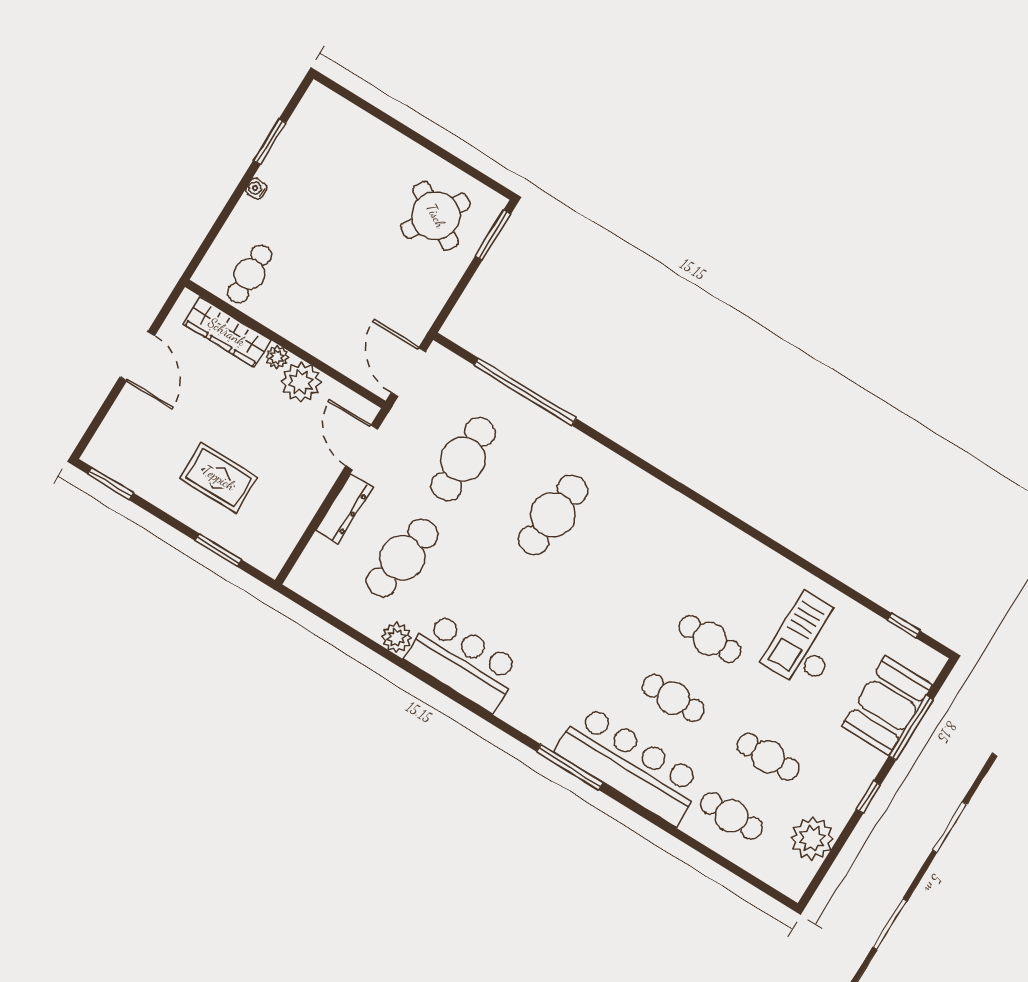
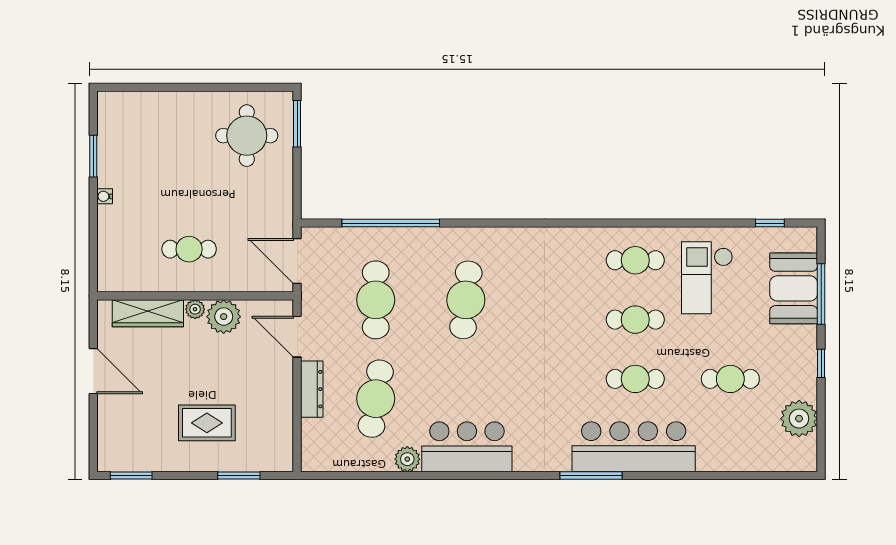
round table: (436, 216) -> (247, 136), turned -31
cafe table: (250, 274) -> (189, 249), moved, turned 90
cafe table: (732, 816) -> (635, 260), moved

